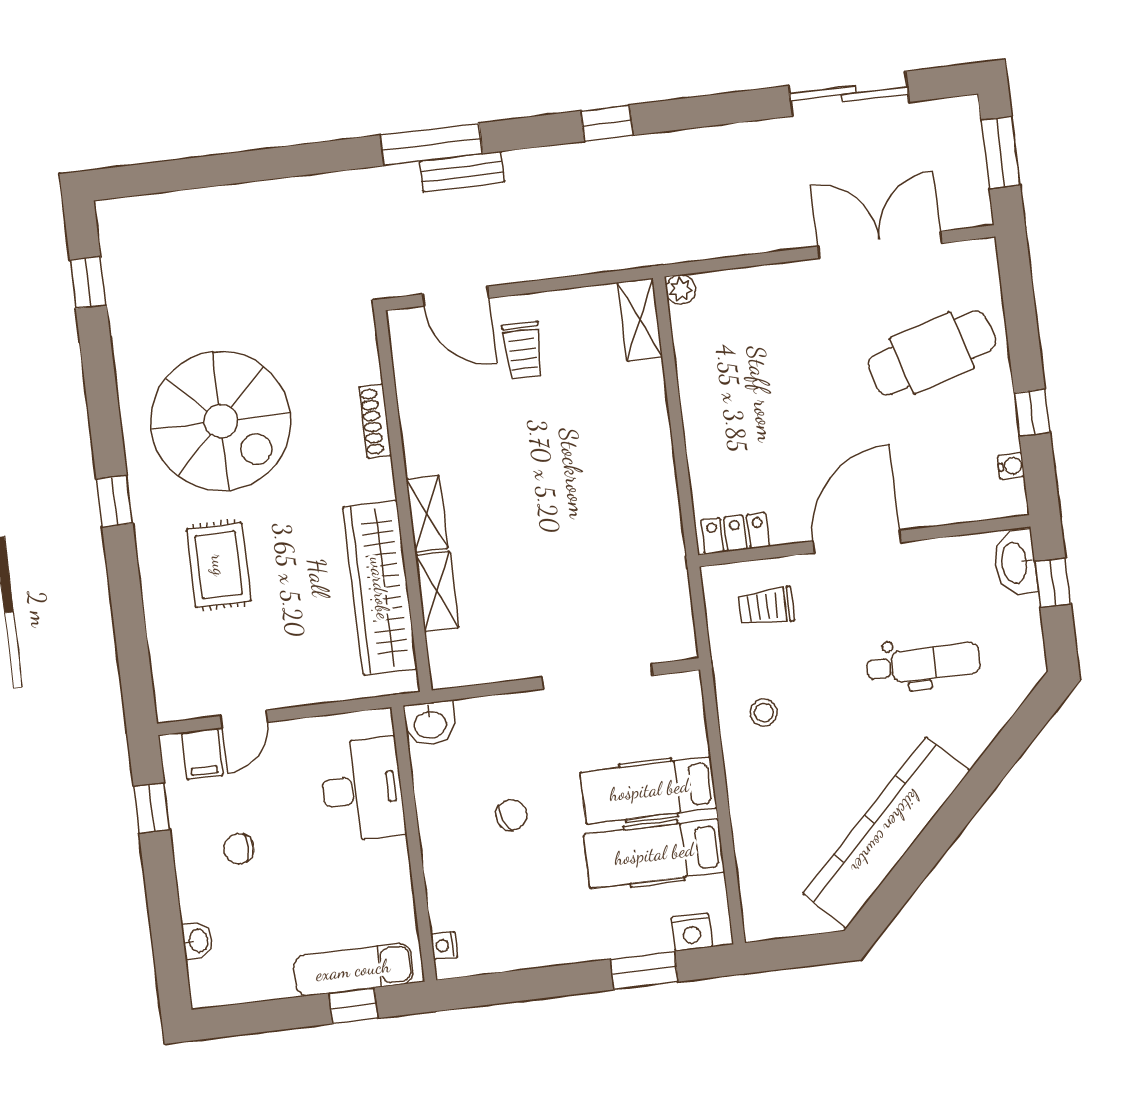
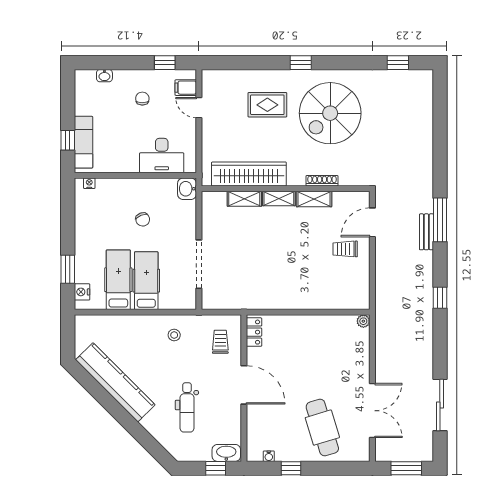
shelving: (640, 320) -> (314, 199), moved

